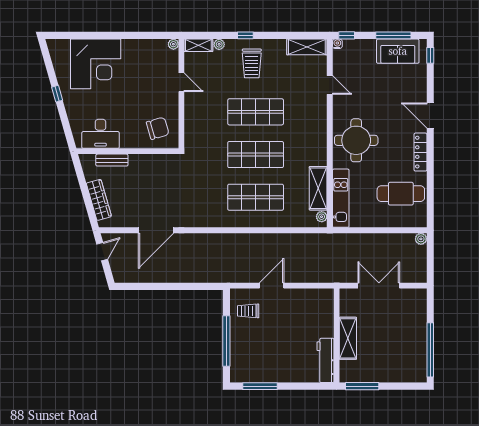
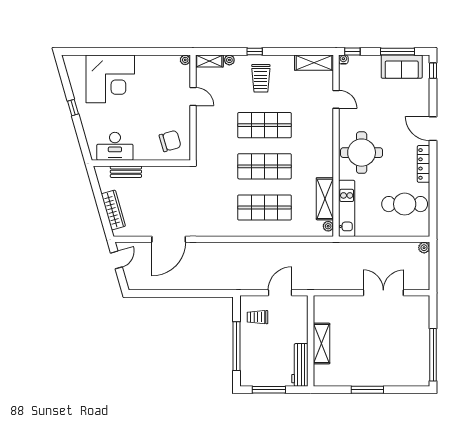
wall: (337, 336) -> (311, 341), moved
shelving: (348, 338) -> (321, 344), moved
workbench: (326, 360) -> (300, 365), moved

